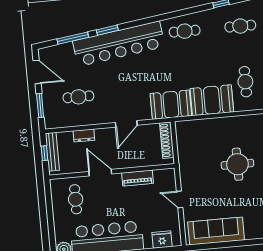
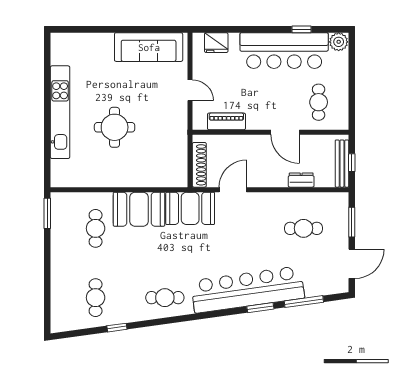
cafe table: (240, 26) -> (96, 298), turned 90
door: (37, 72) -> (352, 264), swing flipped
door: (126, 124) -> (233, 190), moved
piano: (137, 178) -> (226, 121), moved

